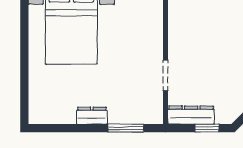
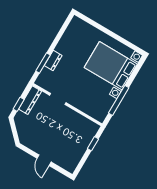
dresser: (92, 116) -> (53, 60), moved

